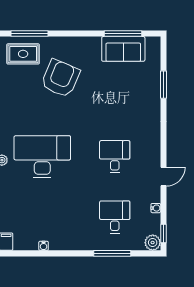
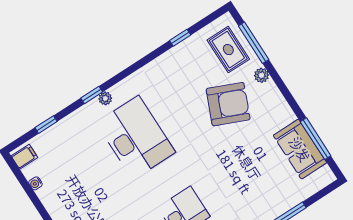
plant: (55, 43) -> (262, 75), added
water cooler: (44, 246) -> (35, 183), moved

